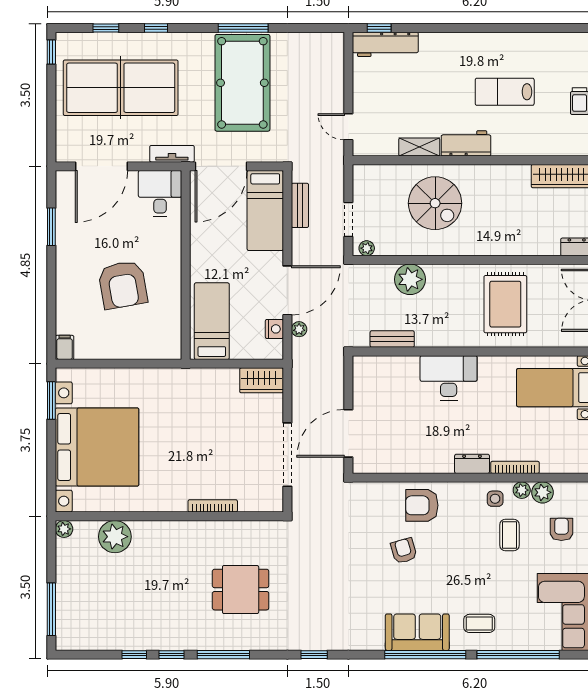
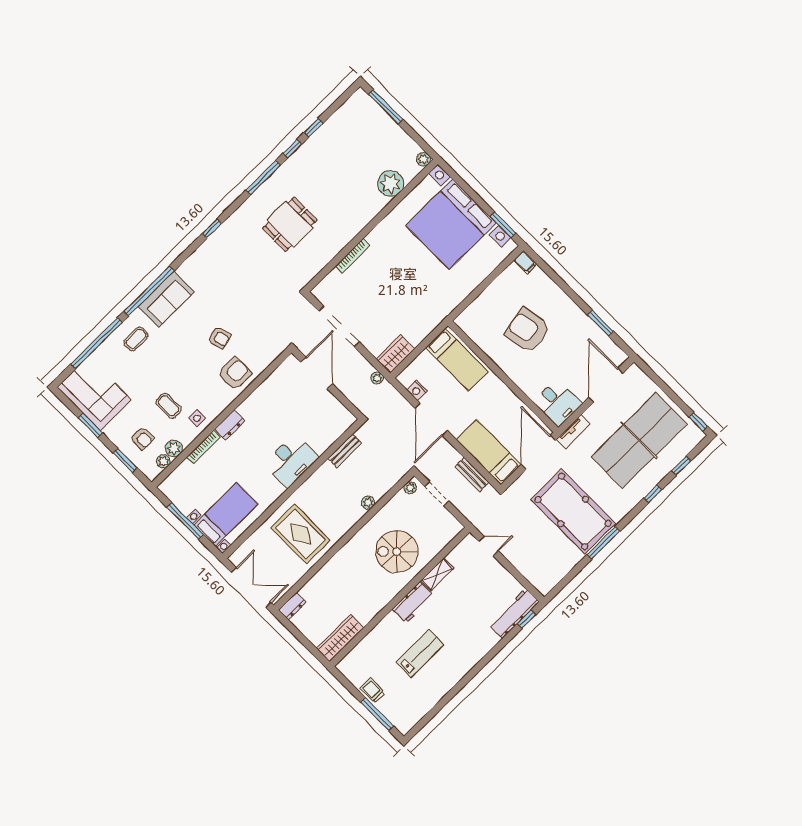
plant: (410, 279) -> (368, 503), width x0.53, depth x0.53
plant: (299, 329) -> (377, 378), moved
plant: (522, 490) -> (163, 461), moved

